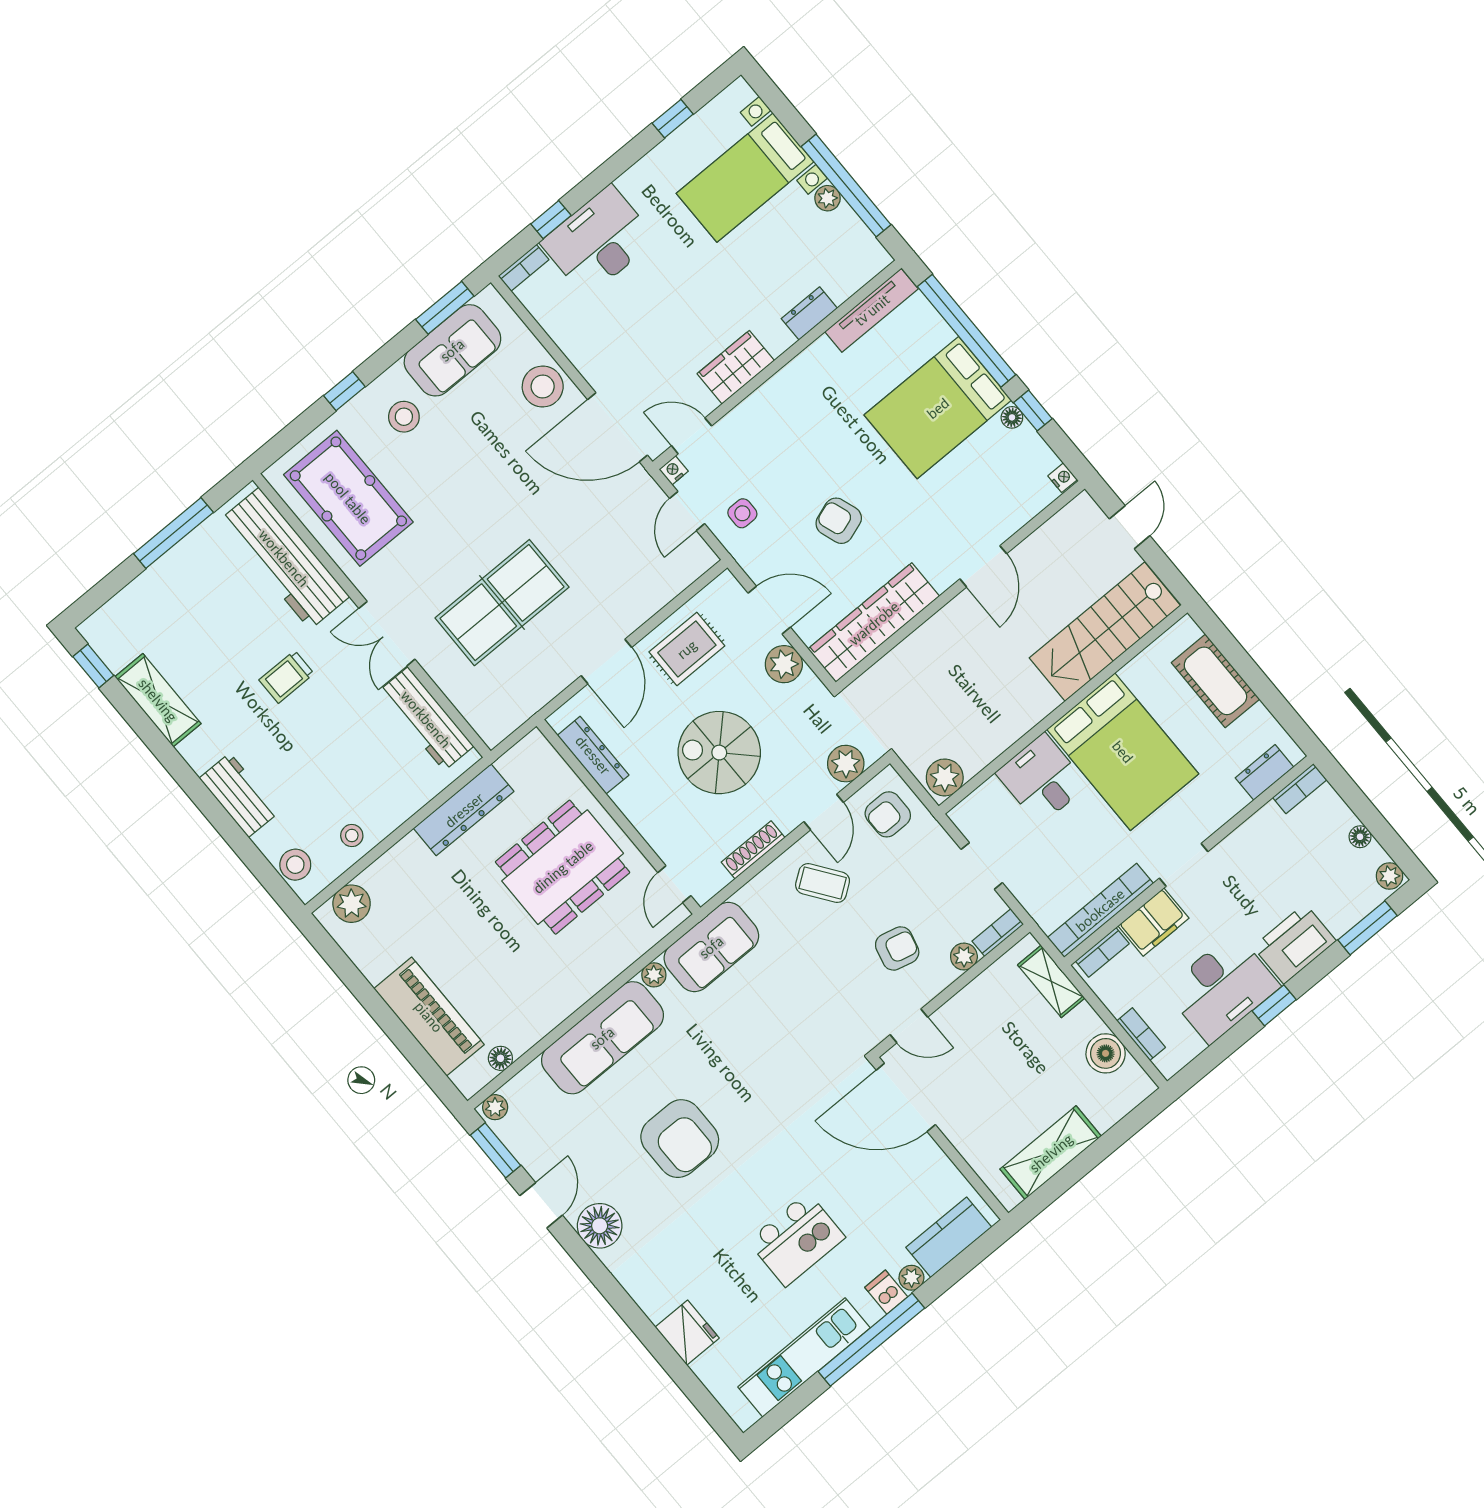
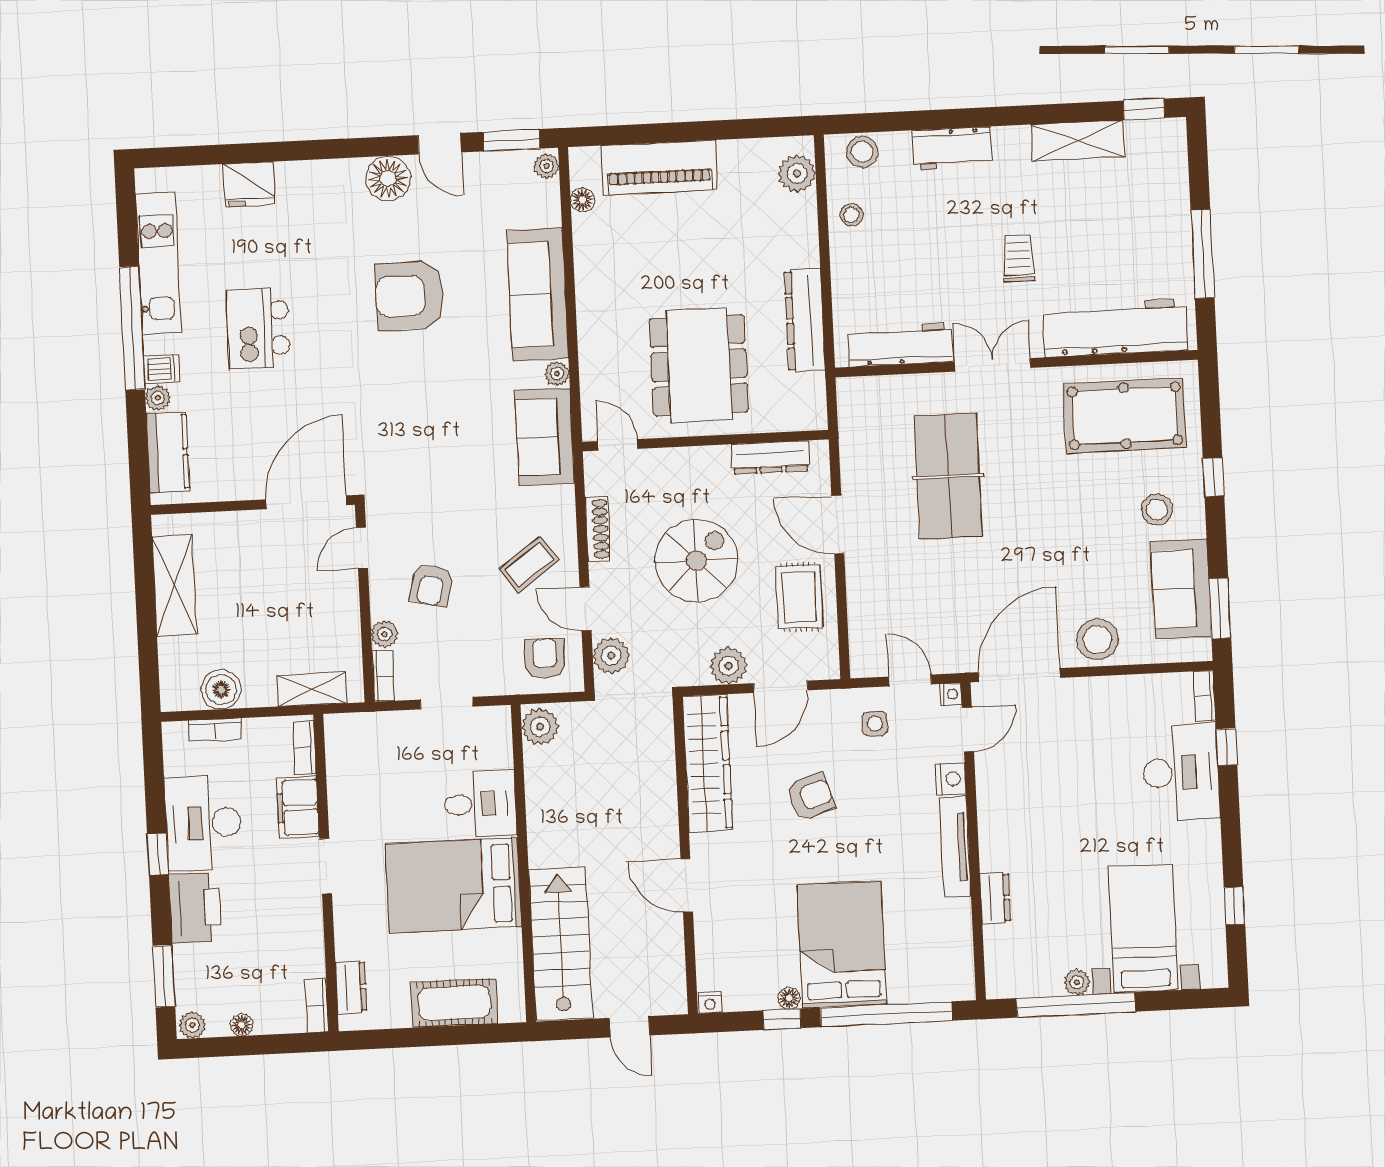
tv unit: (872, 310) -> (955, 847), moved
wardrobe: (736, 367) -> (996, 806), removed
nightstand: (741, 420) -> (951, 779), added
bookcase: (1100, 910) -> (339, 772), removed

